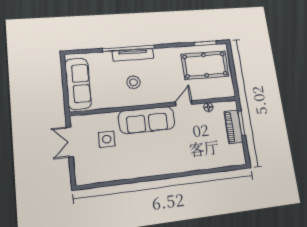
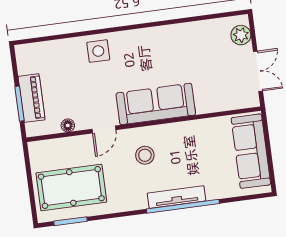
stool: (133, 82) -> (145, 155), moved
side table: (107, 139) -> (98, 51), moved
plant: (82, 170) -> (241, 35), added

